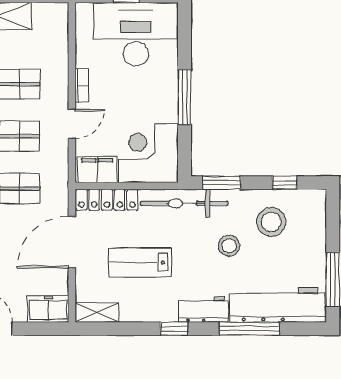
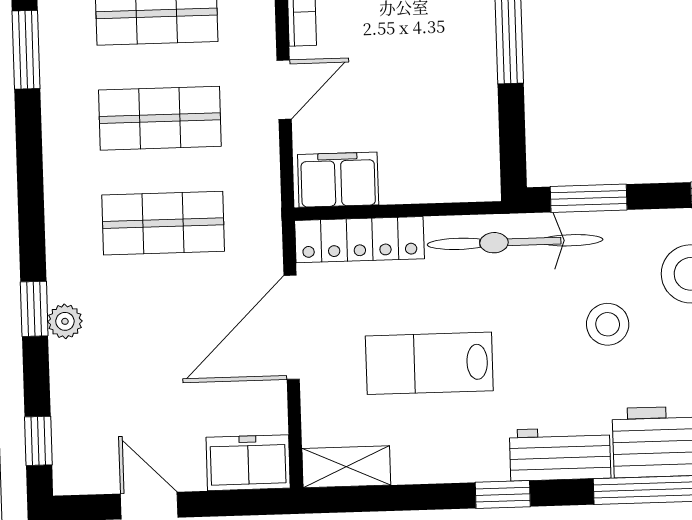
corner desk: (148, 153) -> (440, 143), removed

